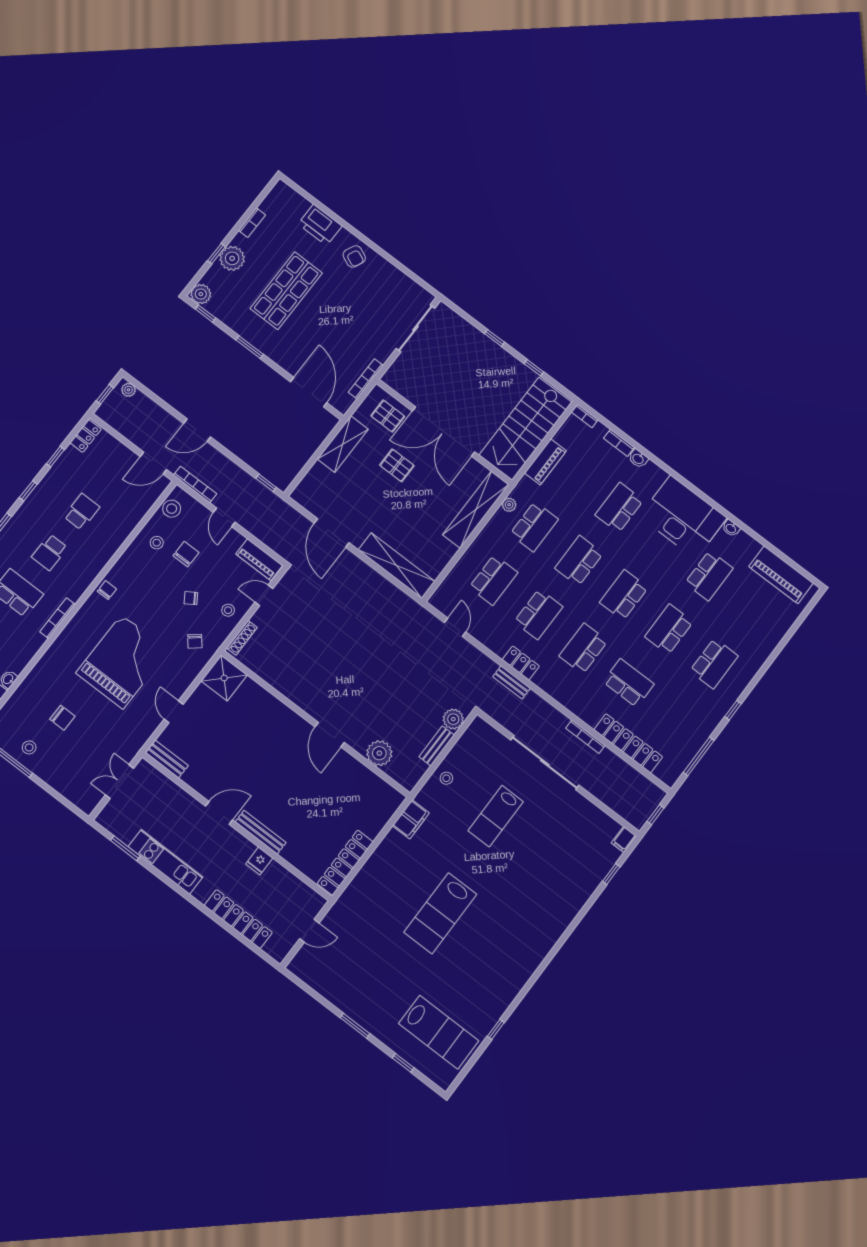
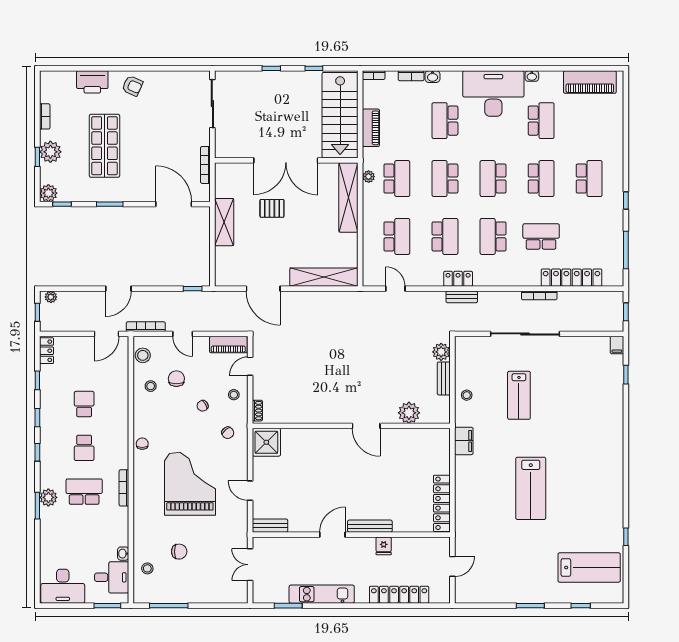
pallet: (388, 416) -> (240, 179), removed
school desk: (669, 629) -> (541, 179), turned 180
shoe rack: (242, 638) -> (257, 411), width x0.70
stool: (29, 747) -> (147, 568), moved

